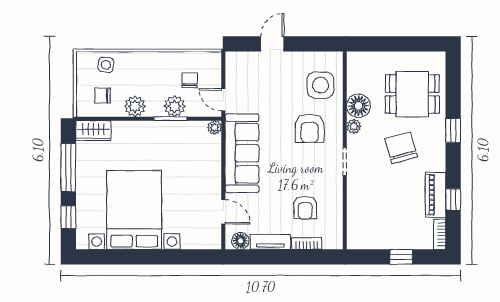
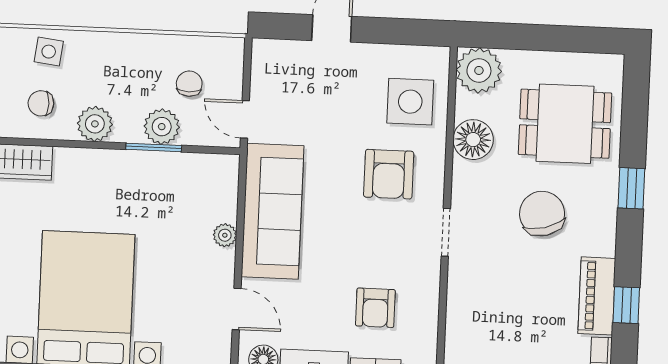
plant: (354, 126) -> (479, 70), moved, width x1.87, depth x1.87
plant: (215, 127) -> (225, 235), moved

